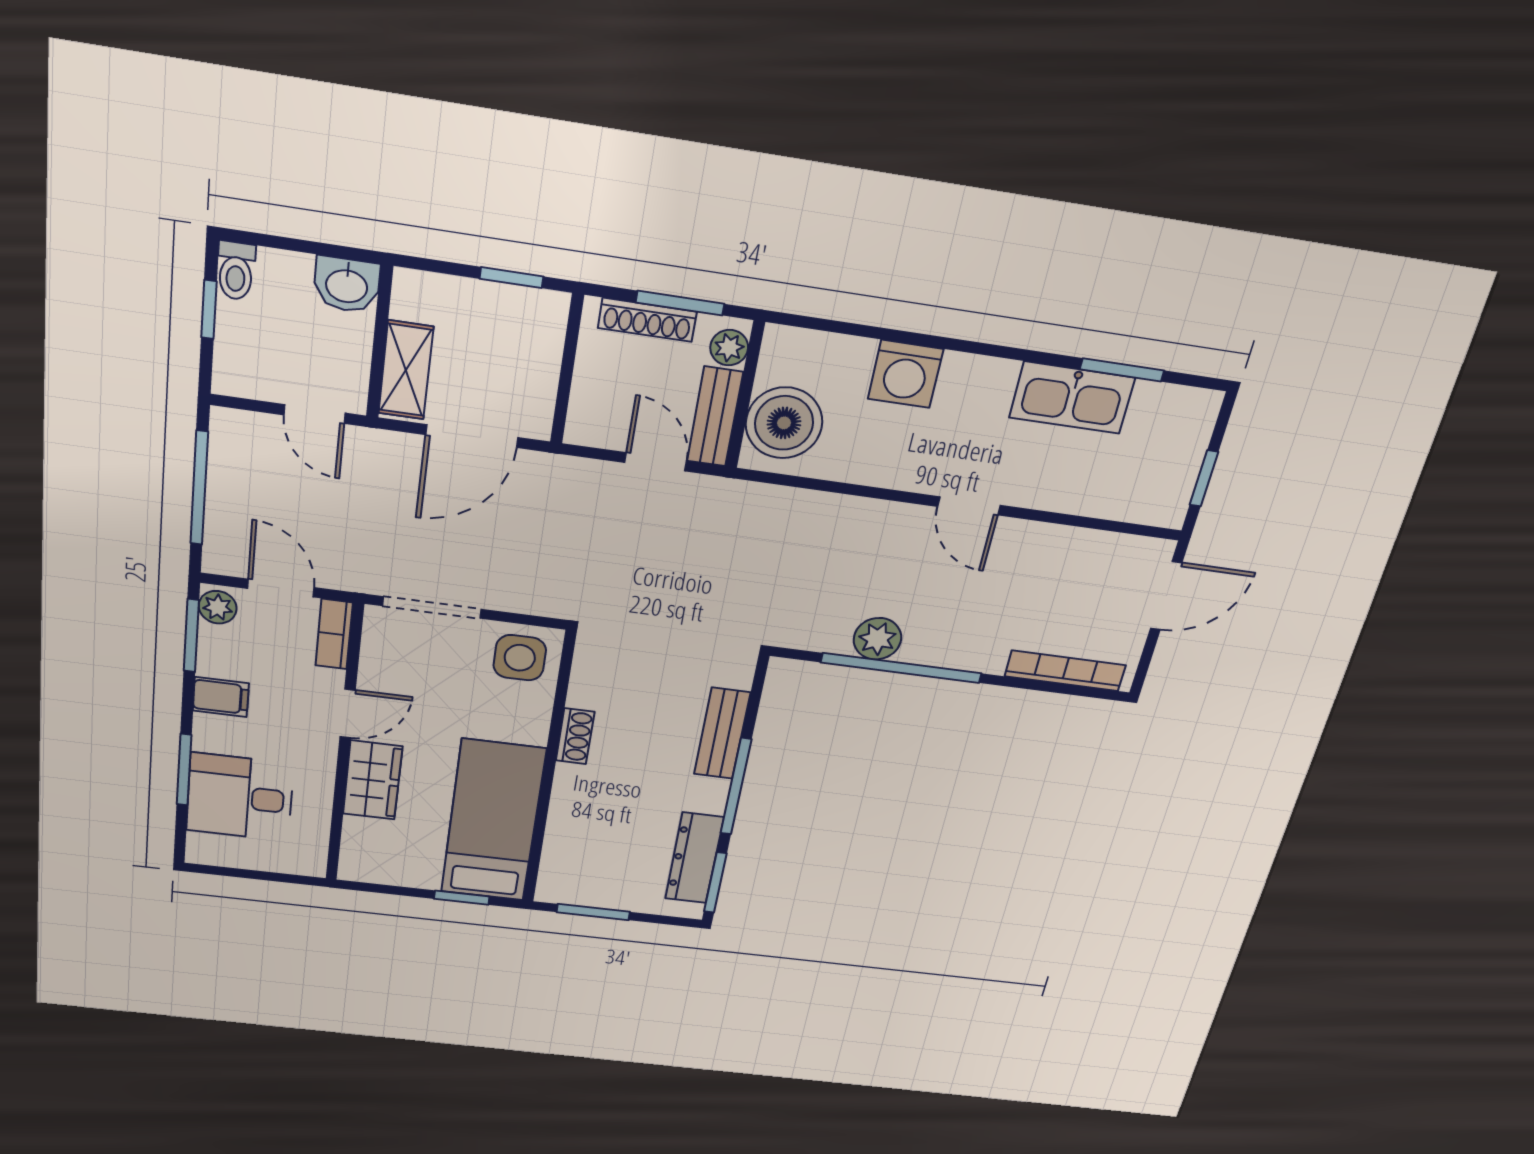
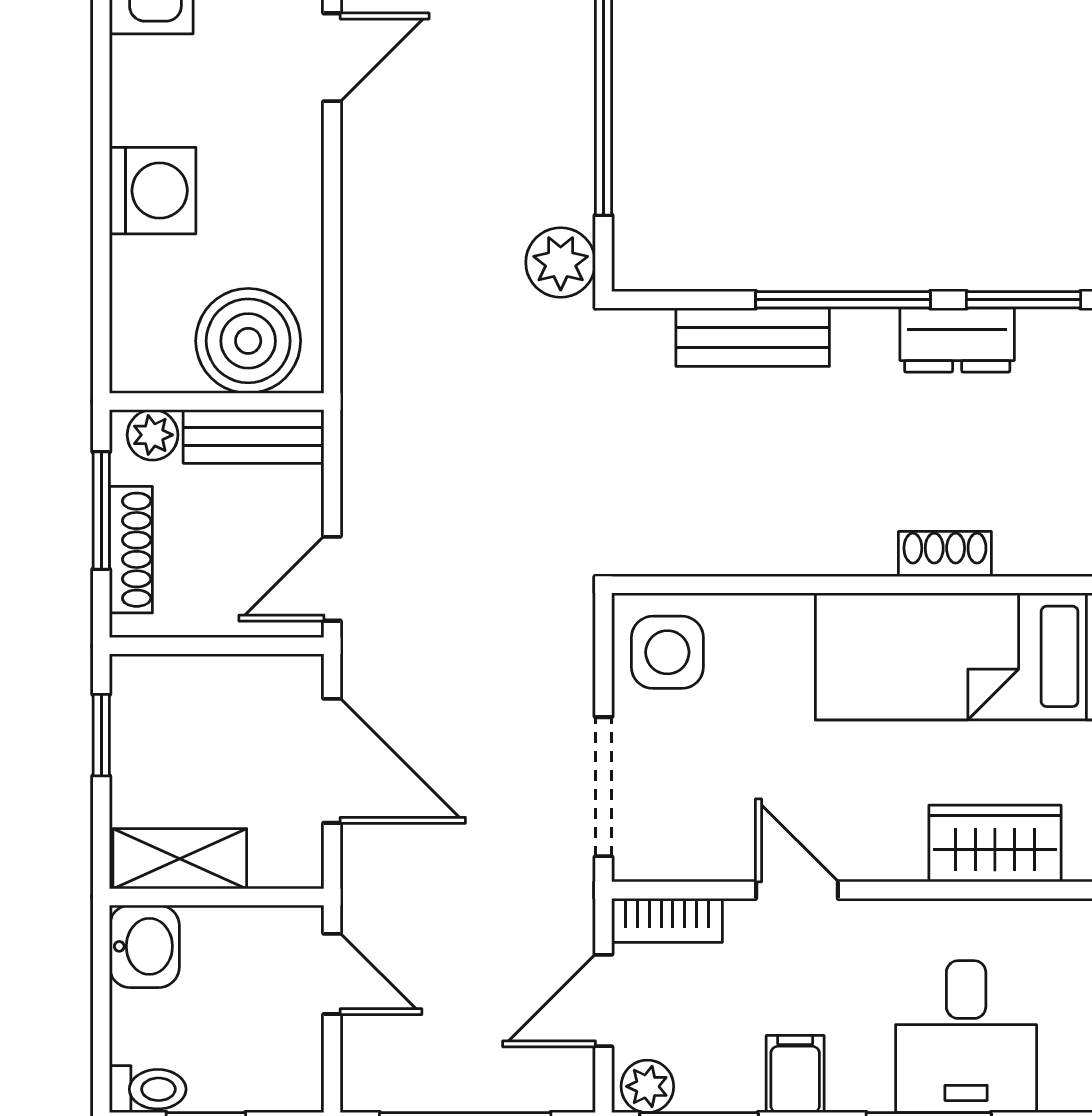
shelving: (406, 370) -> (180, 859), moved
door: (315, 414) -> (332, 974), hinge flipped
door: (656, 462) -> (332, 579), moved
plant: (877, 639) -> (561, 263), moved
shoe rack: (575, 736) -> (945, 554), moved
wardrobe: (373, 780) -> (995, 844), moved
dresser: (694, 858) -> (957, 340), width x0.70

